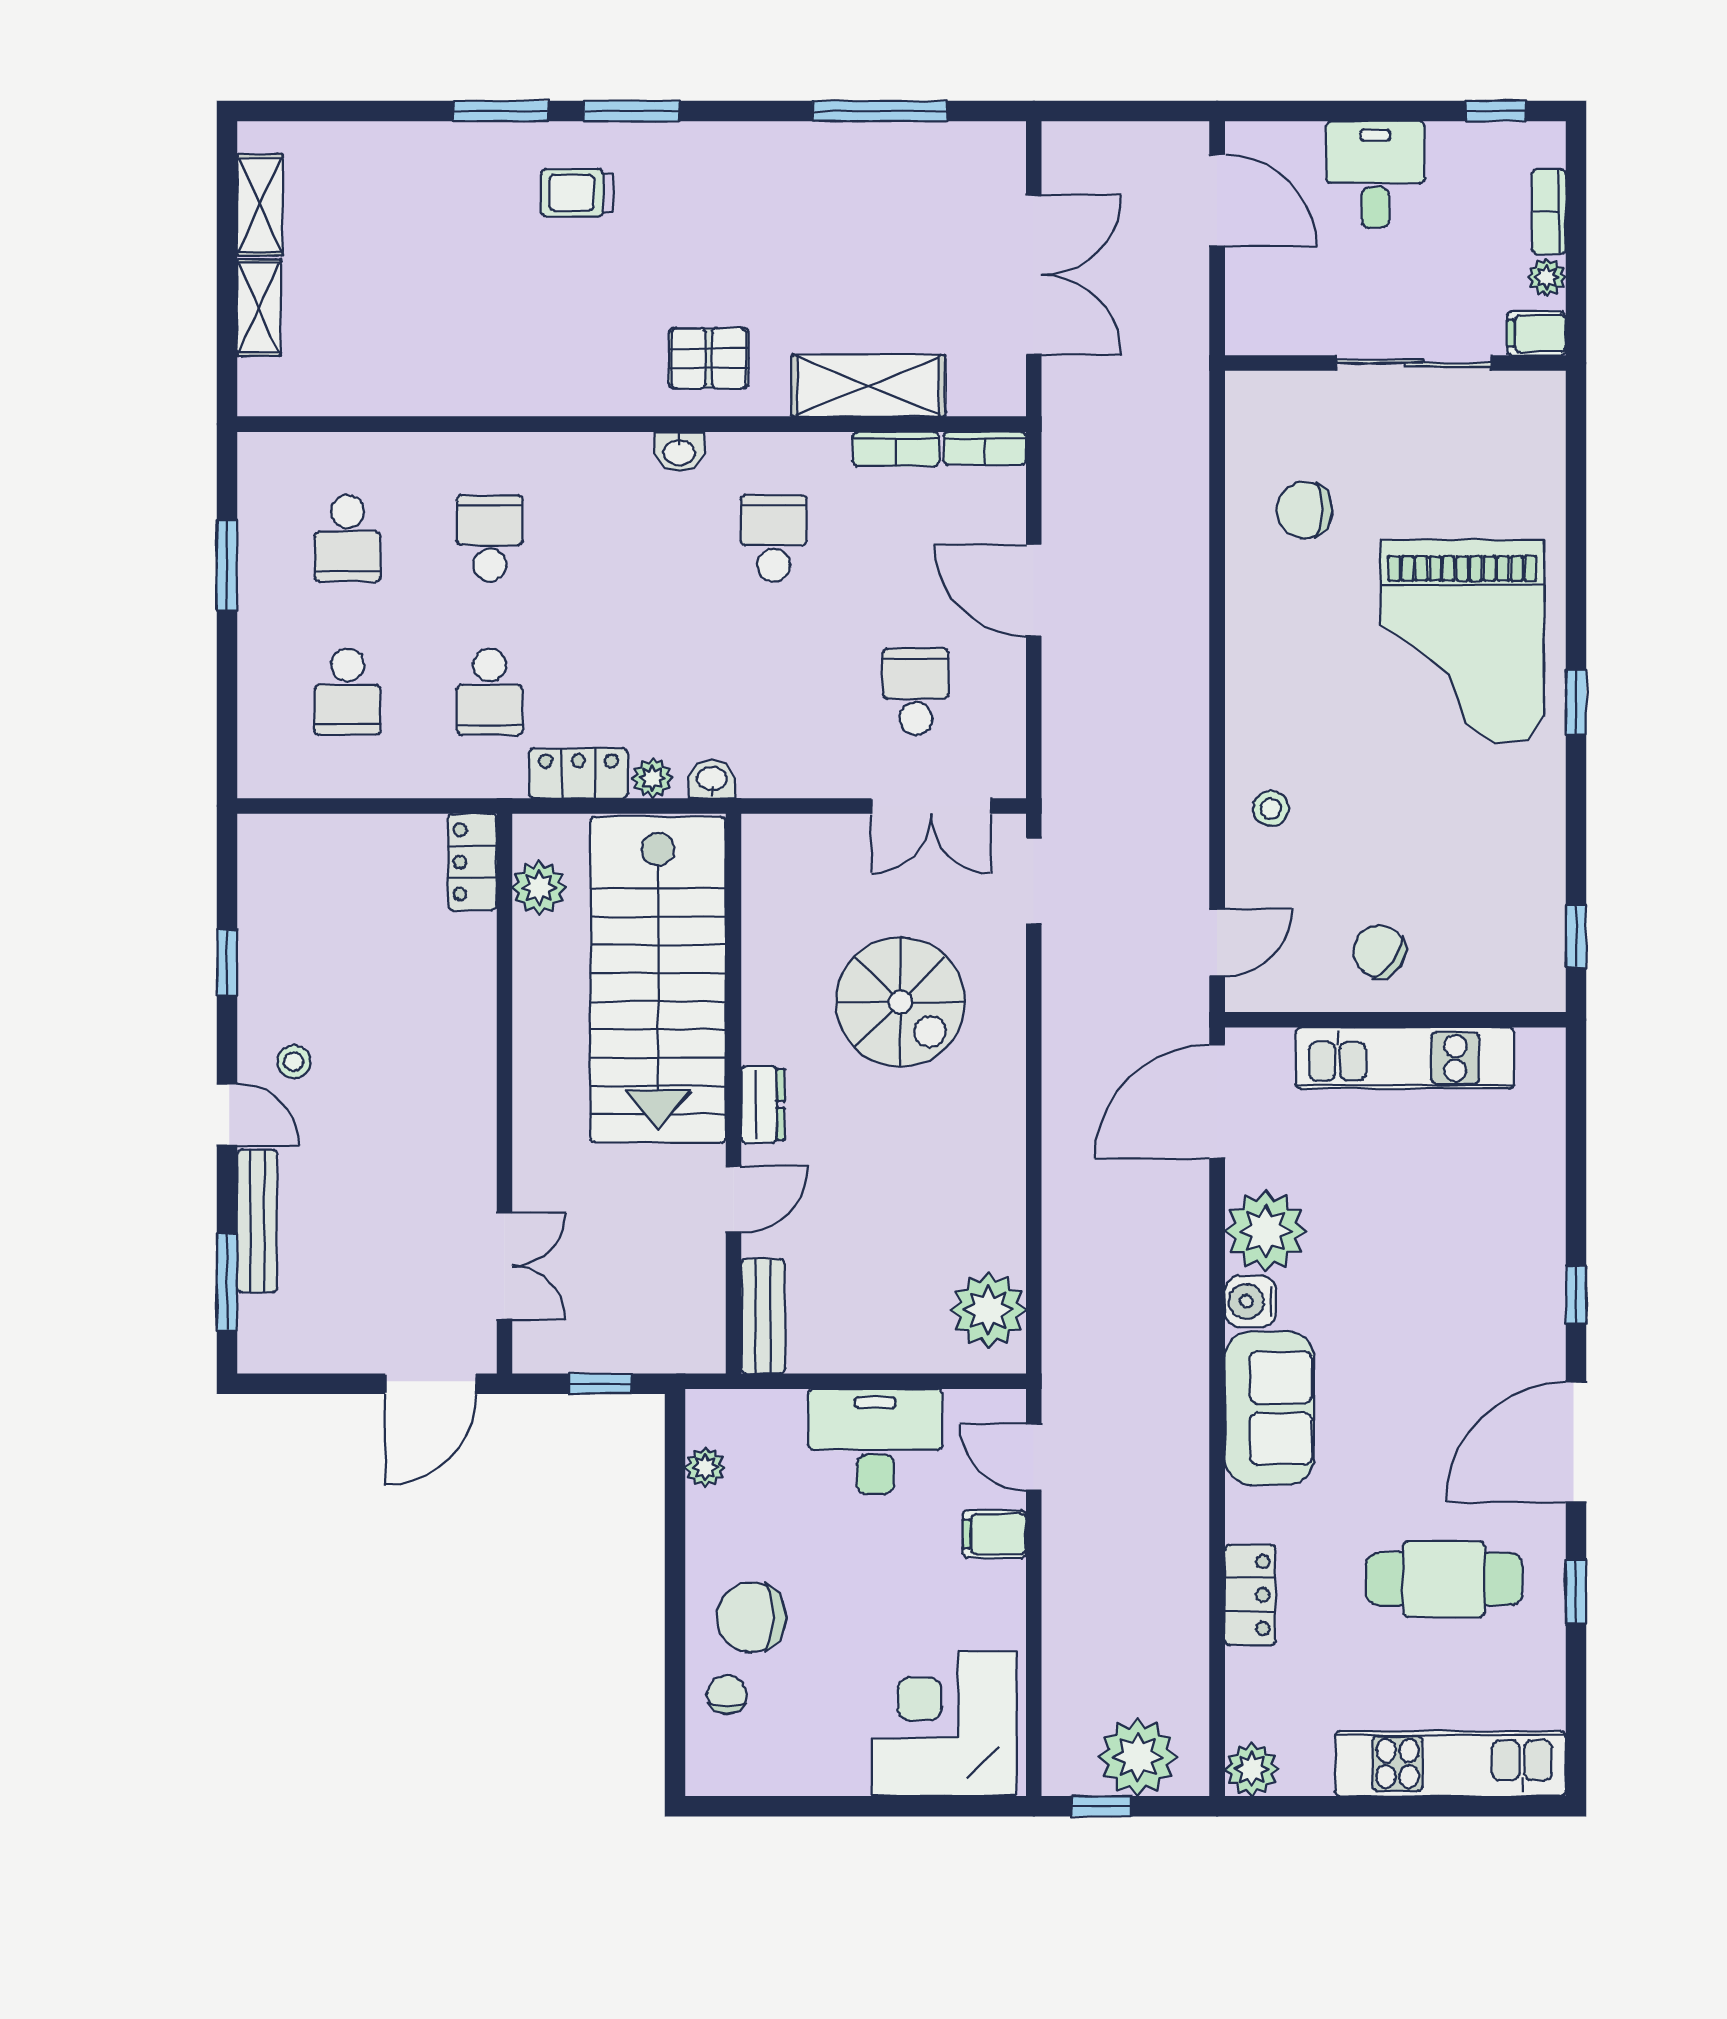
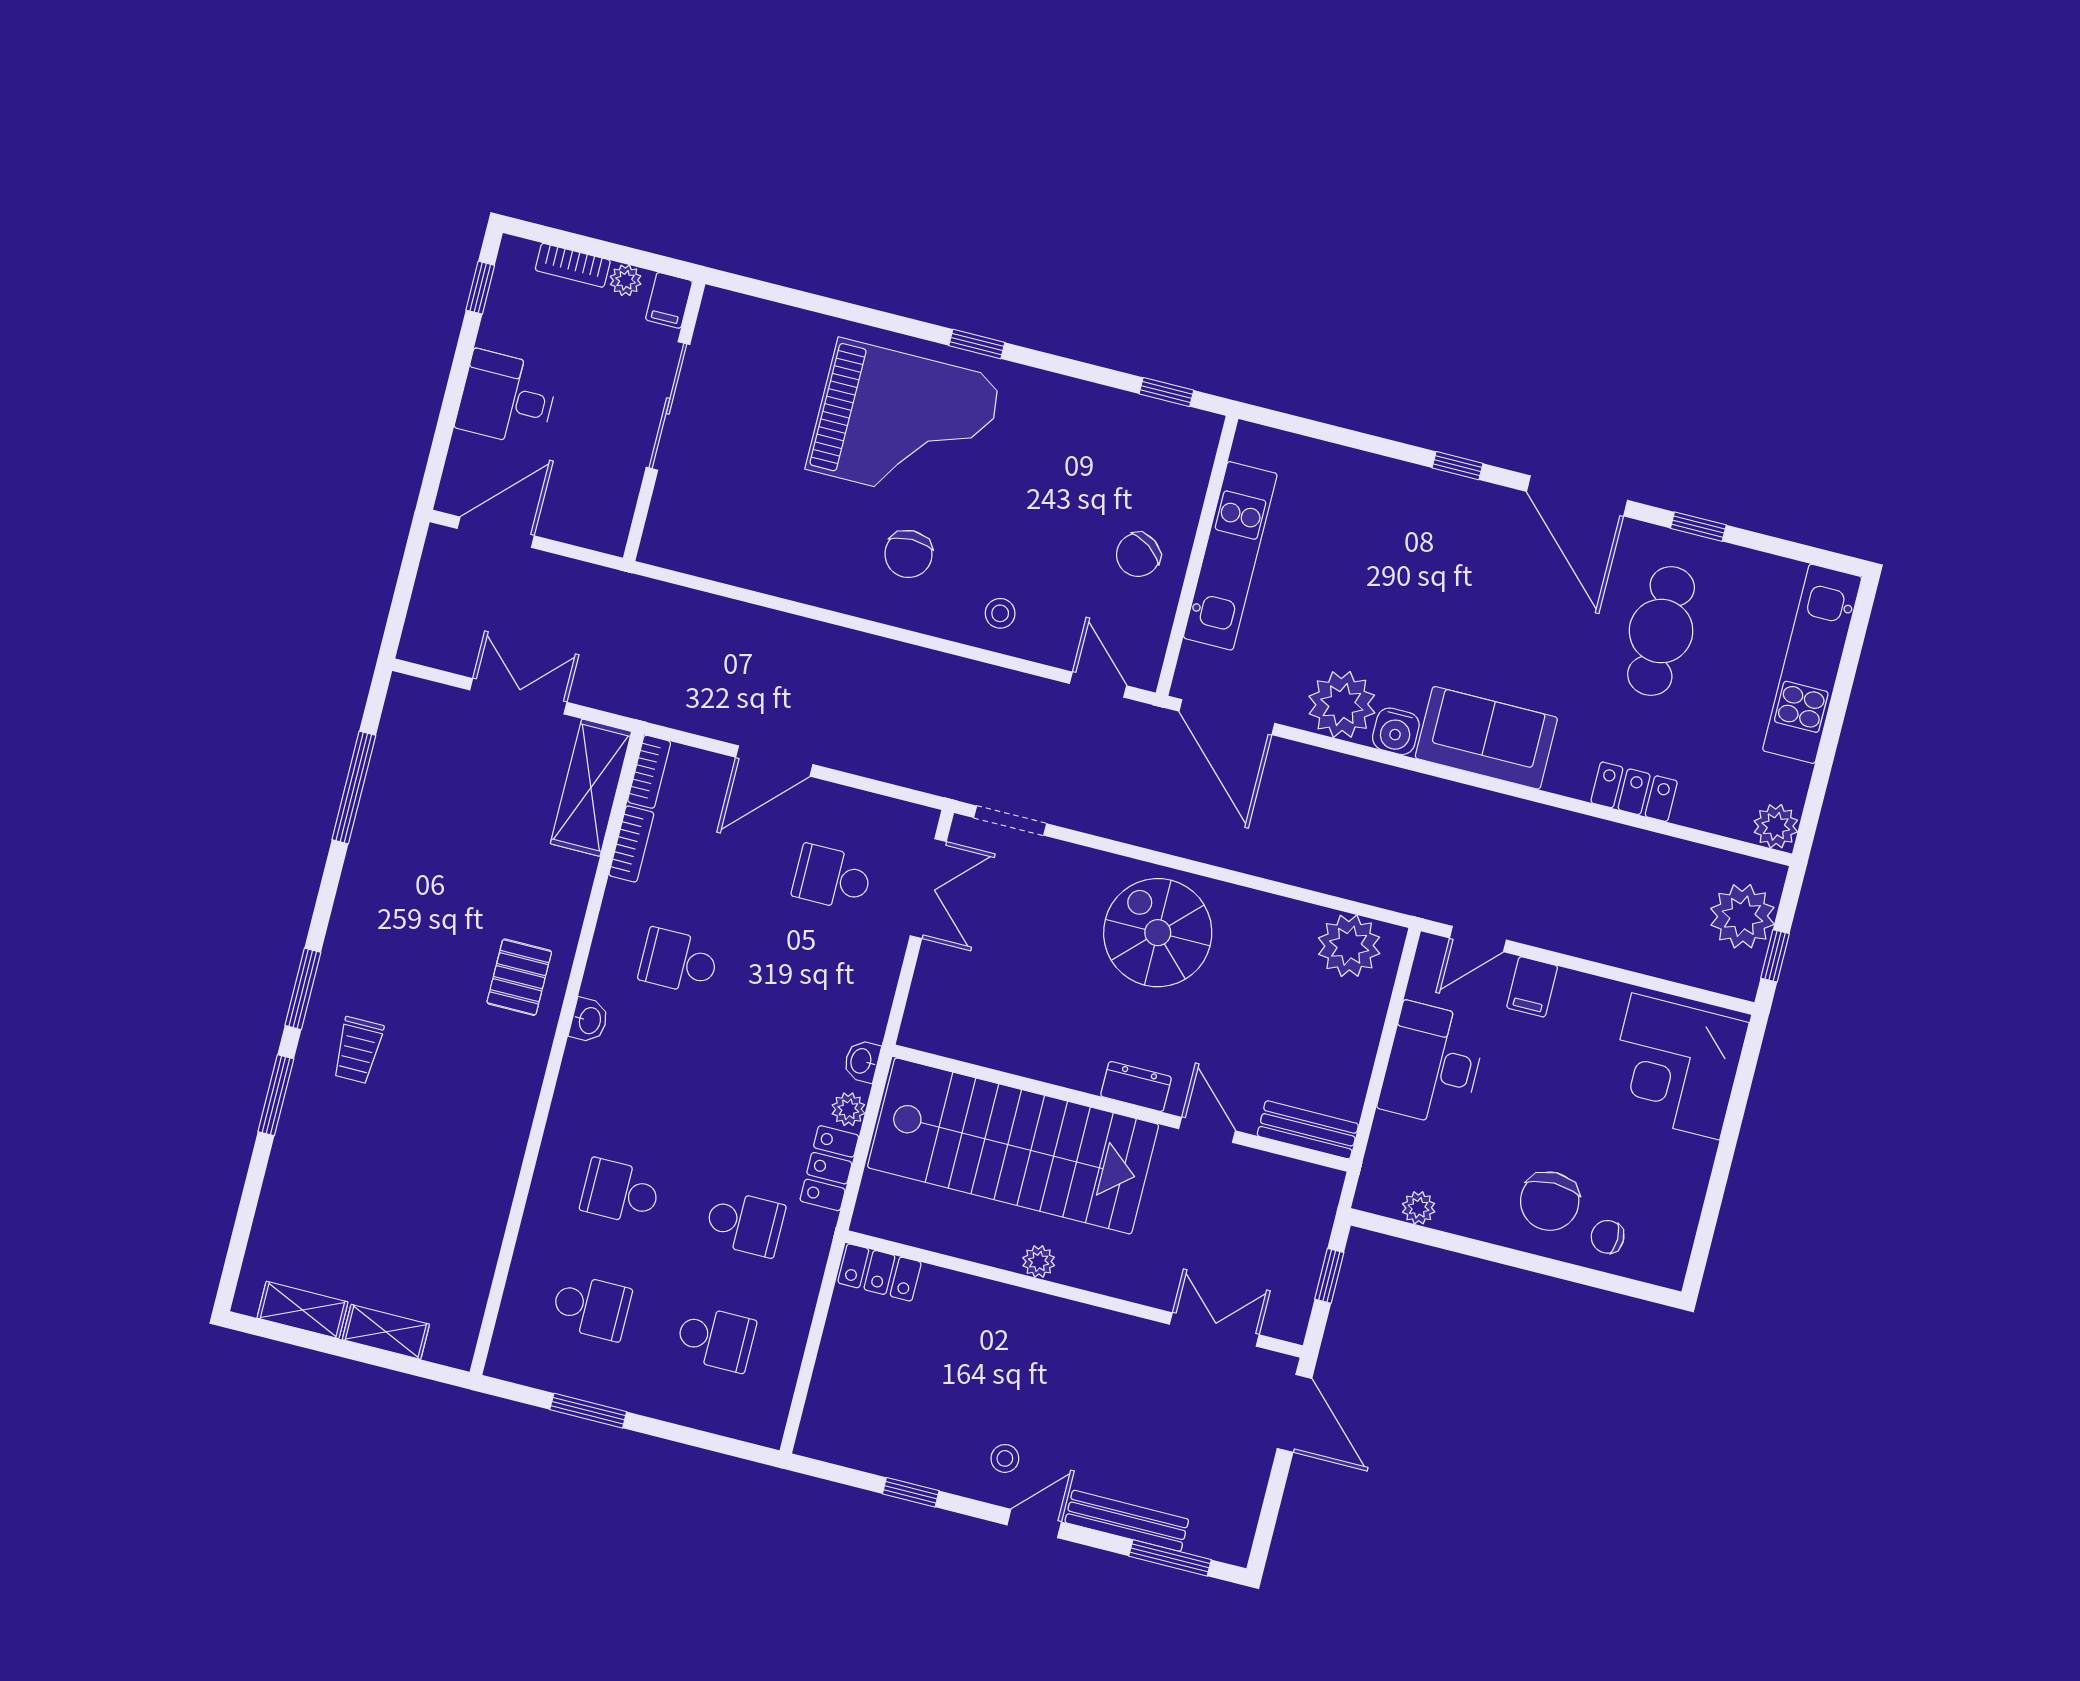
double door: (1034, 275) -> (518, 696), width x0.73
shelving: (868, 386) -> (591, 788), moved
chair: (1305, 510) -> (908, 554), moved
plant: (539, 888) -> (1039, 1262), moved, width x0.73, depth x0.73
spiral stairs: (900, 1002) -> (1158, 933), moved, turned -90

